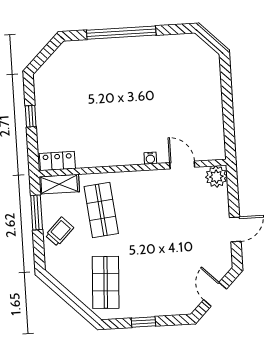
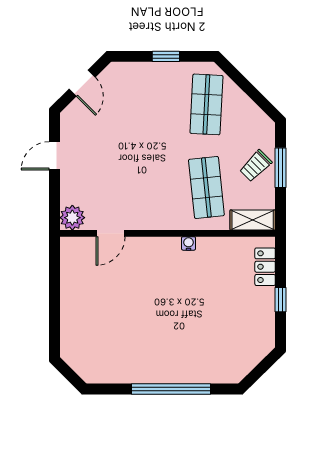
water cooler: (150, 158) -> (189, 243), moved
locker: (57, 161) -> (265, 267), moved, turned 90
door: (182, 165) -> (111, 233), hinge flipped
window: (37, 212) -> (281, 168), moved

